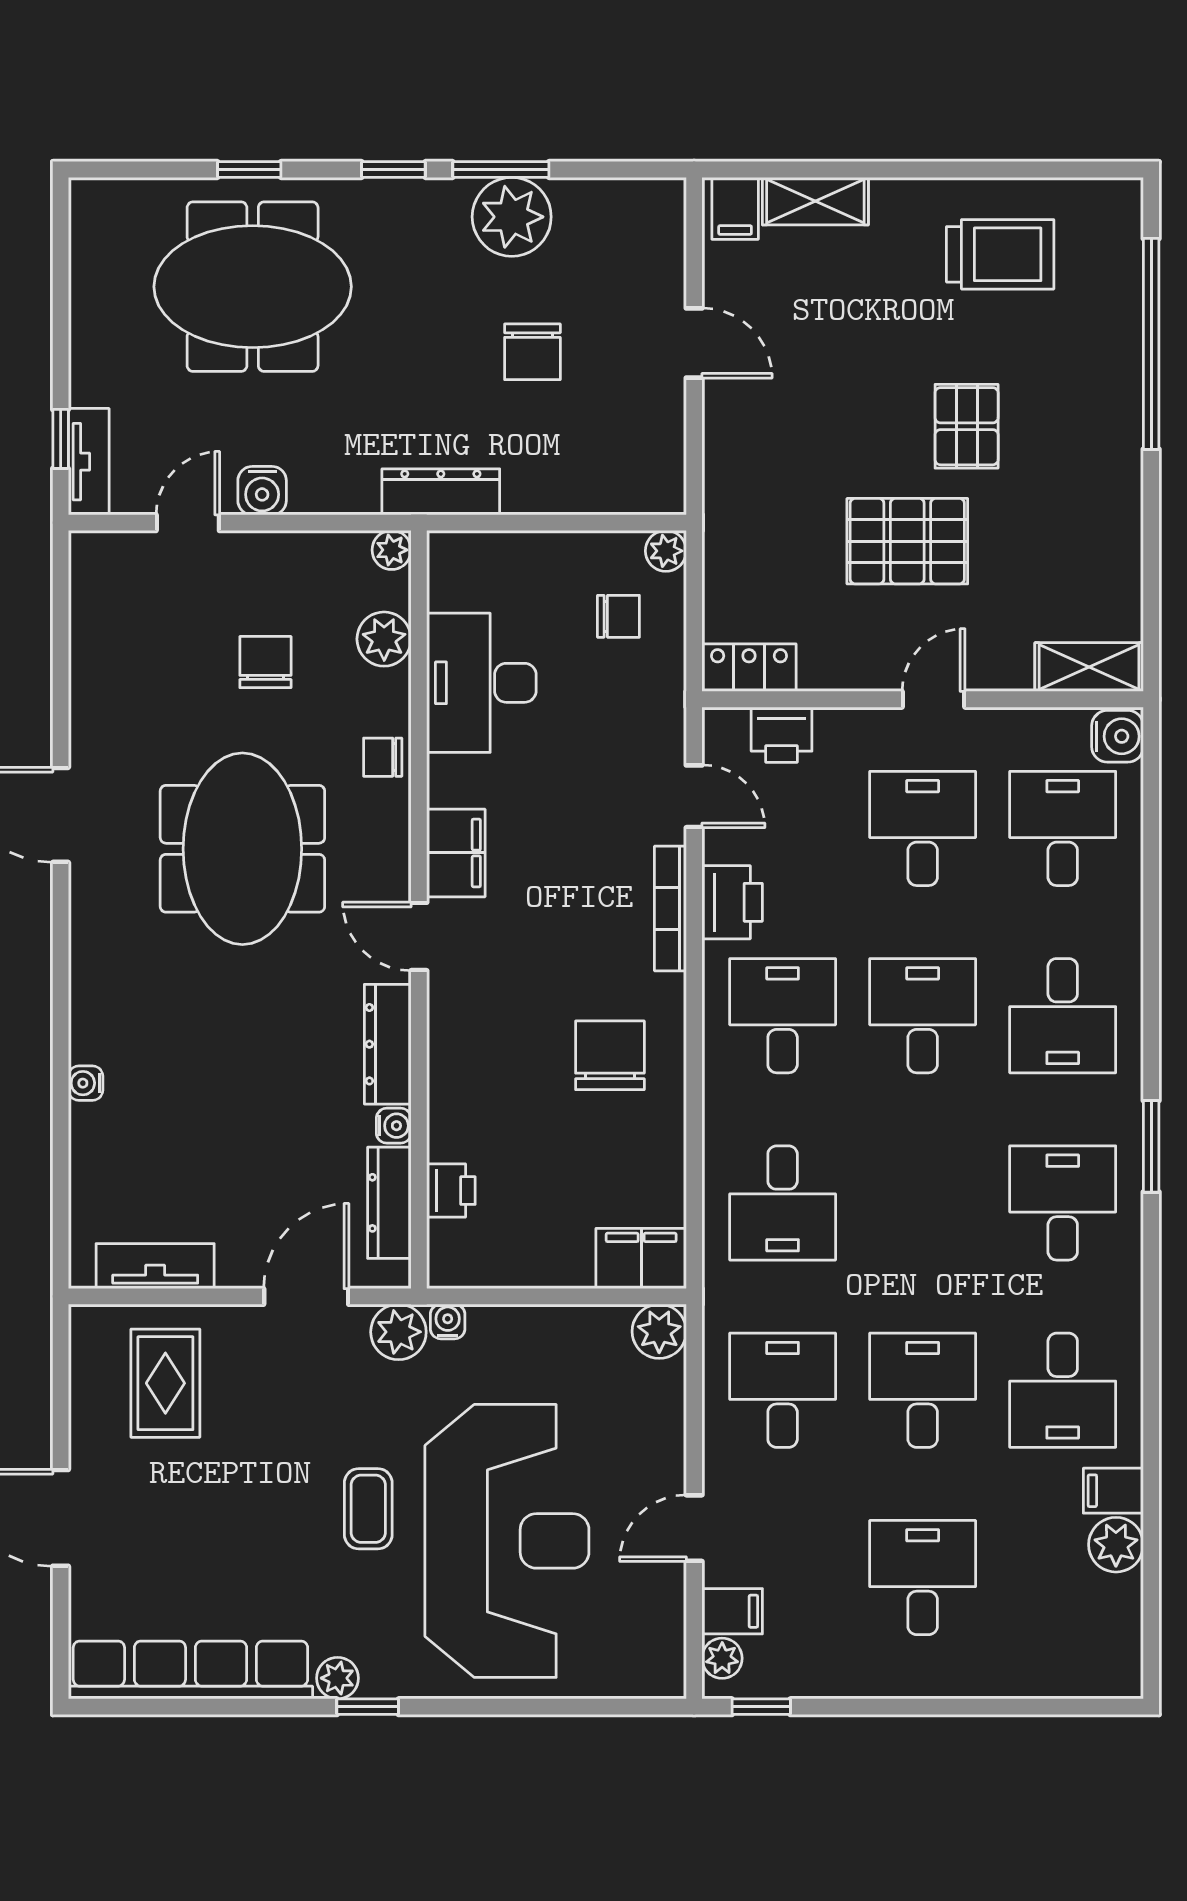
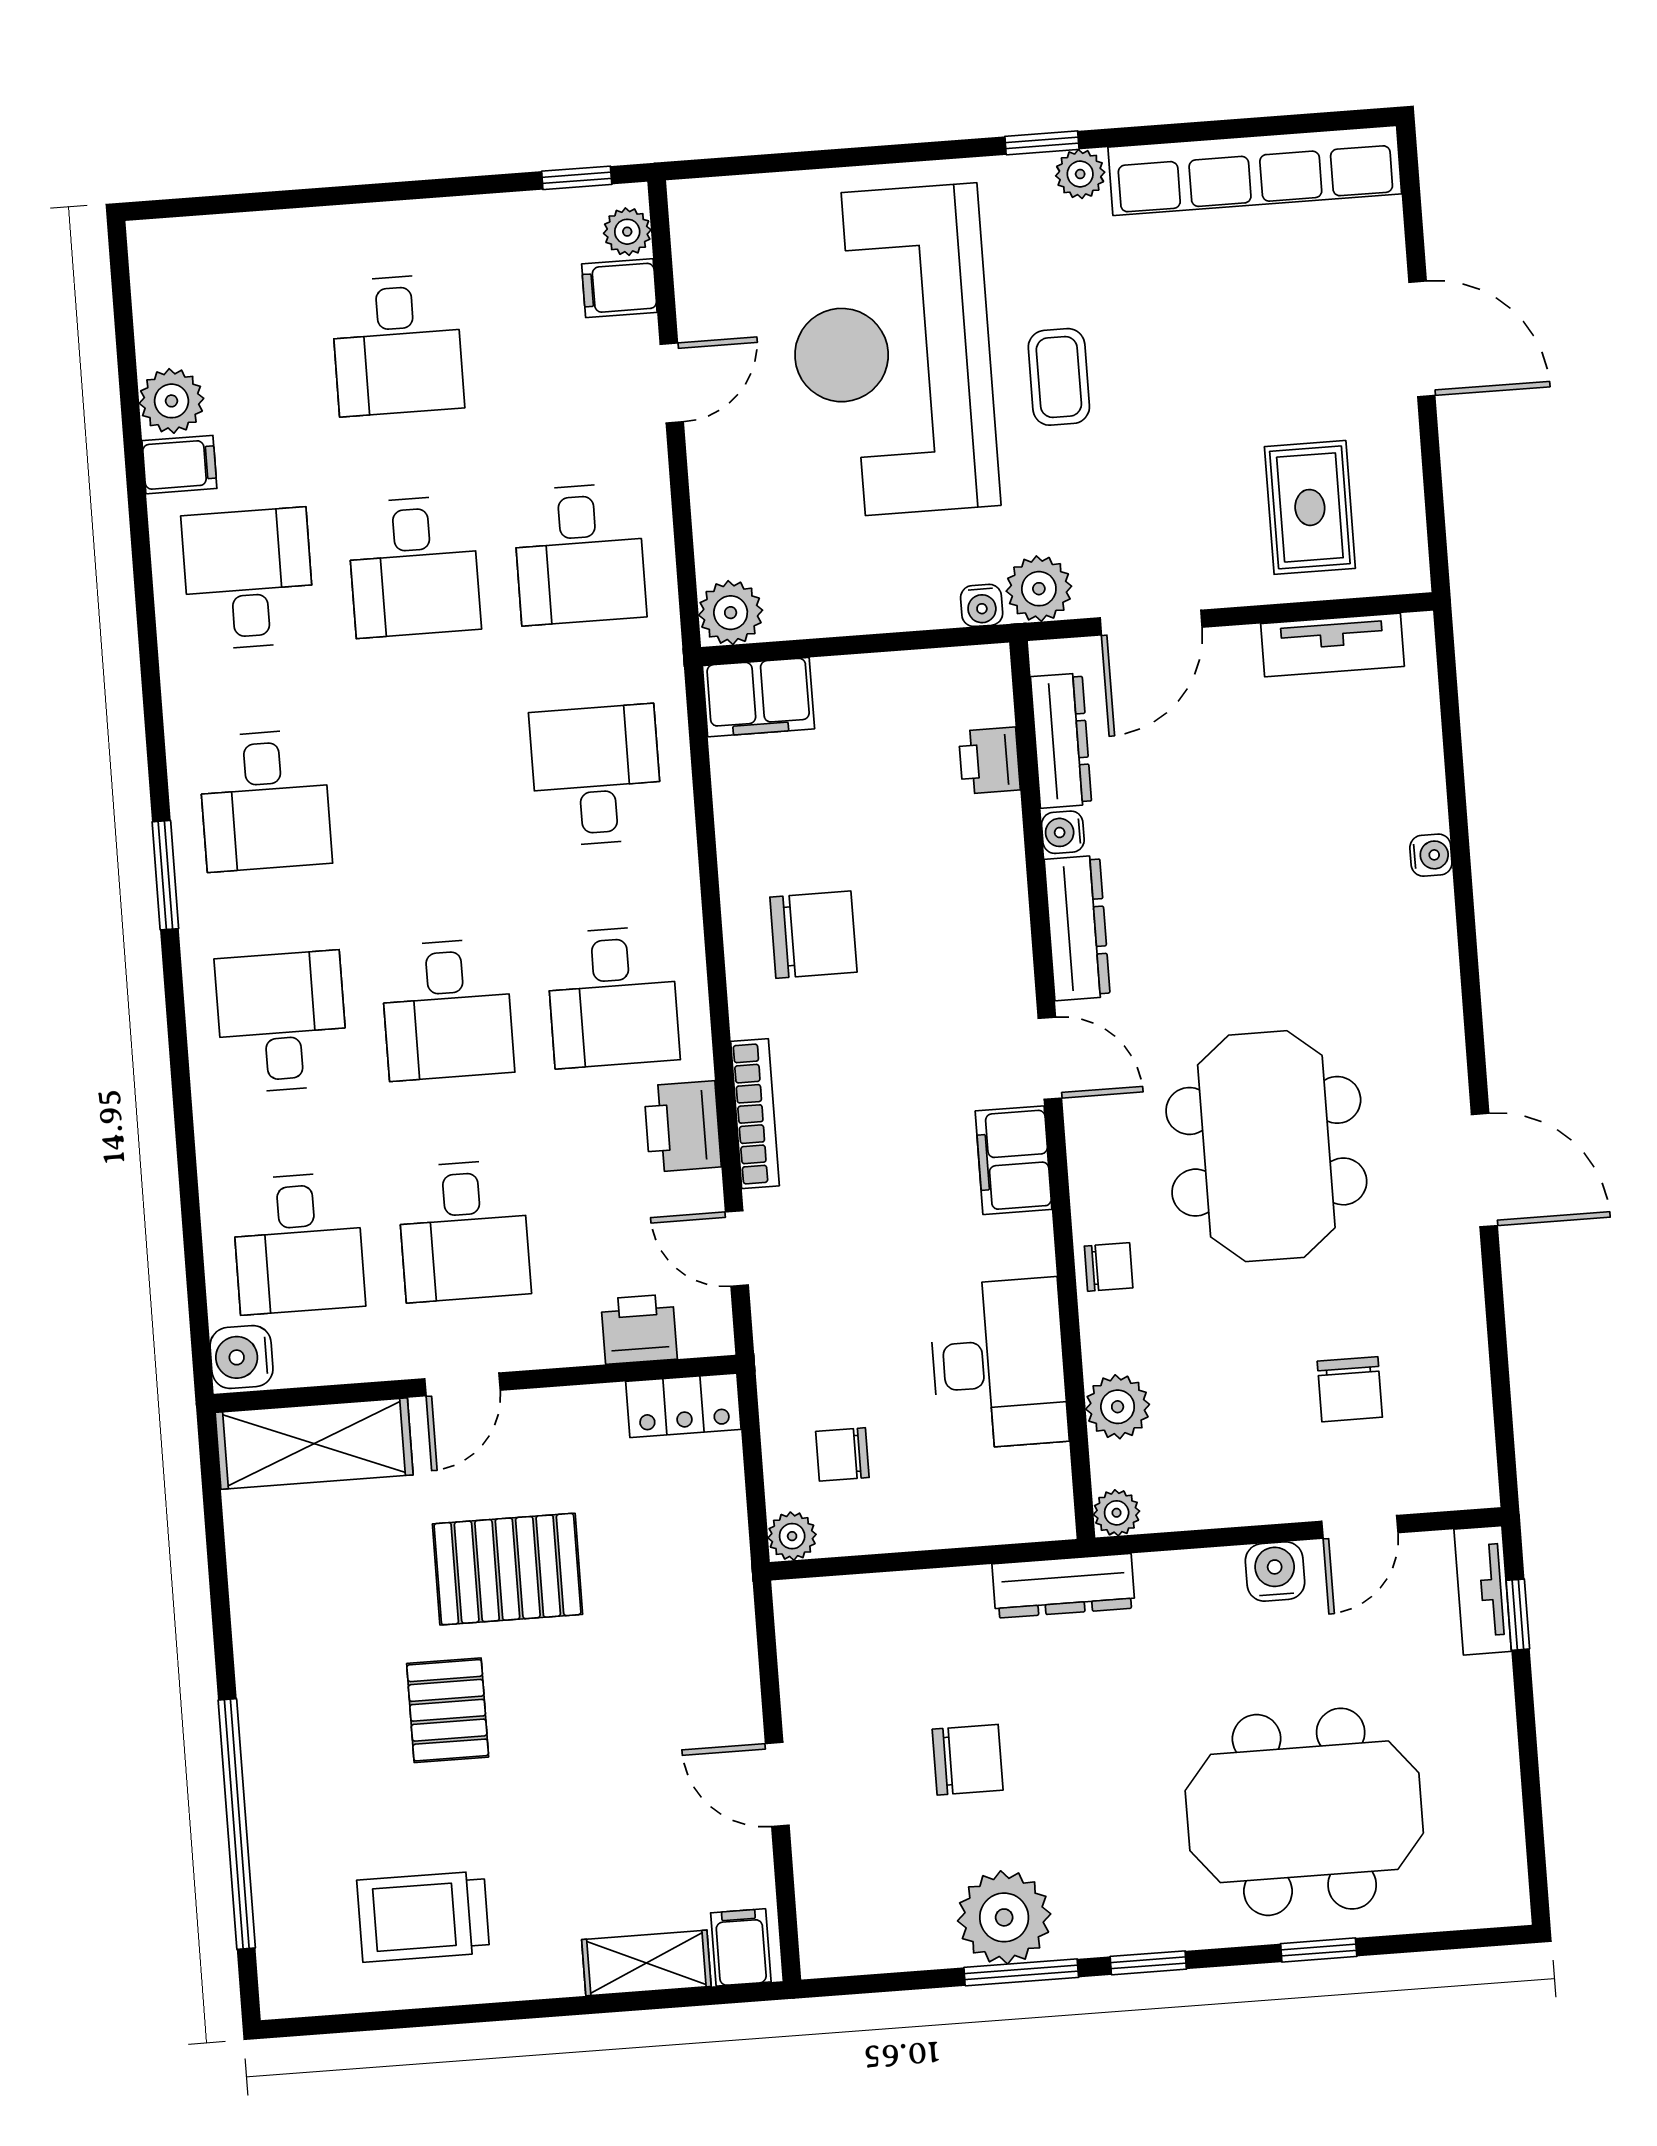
chair: (532, 352) -> (968, 1760), turned 90
chair: (265, 662) -> (1350, 1389), moved
shelving: (1089, 667) -> (314, 1444), width x1.50, depth x1.33
chair: (610, 1055) -> (813, 935), turned -90

